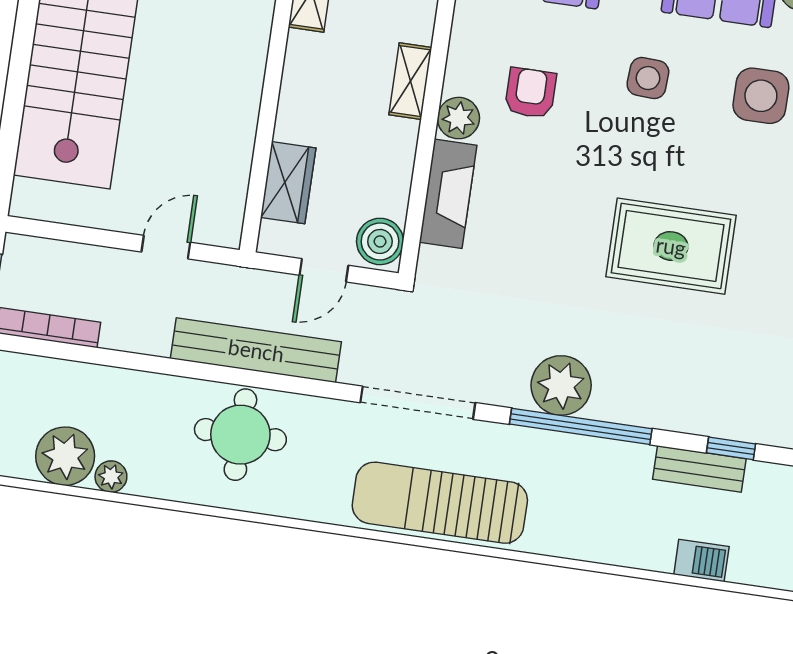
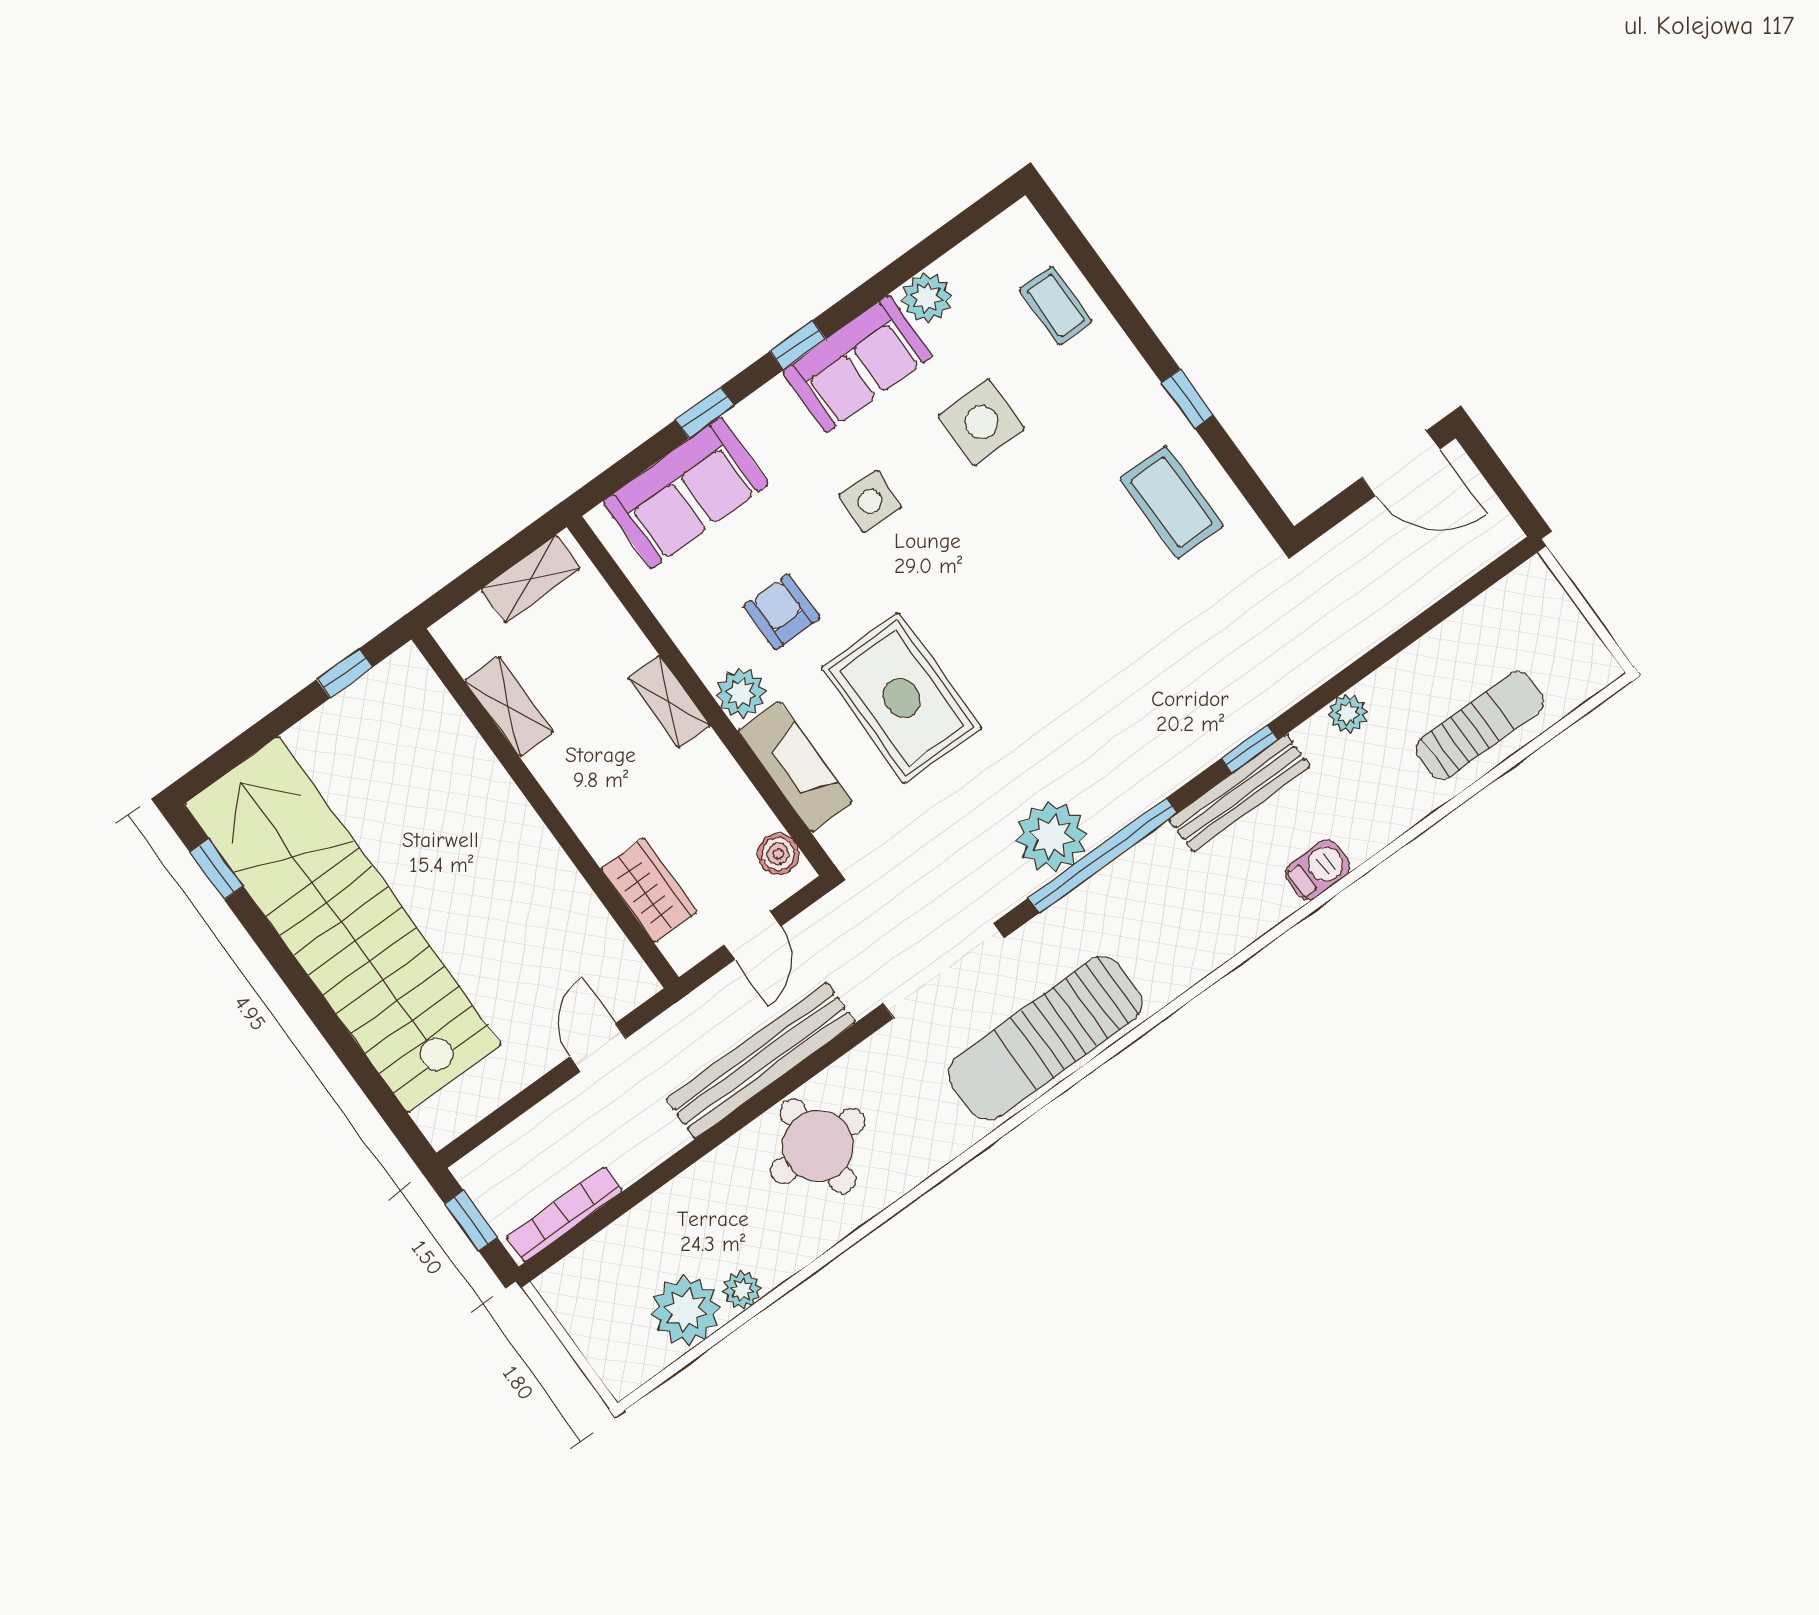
boiler: (380, 241) -> (778, 854), width x0.73, depth x0.73
rug: (671, 246) -> (902, 698), moved, turned 90
bench: (699, 469) -> (1240, 793), width x1.36

